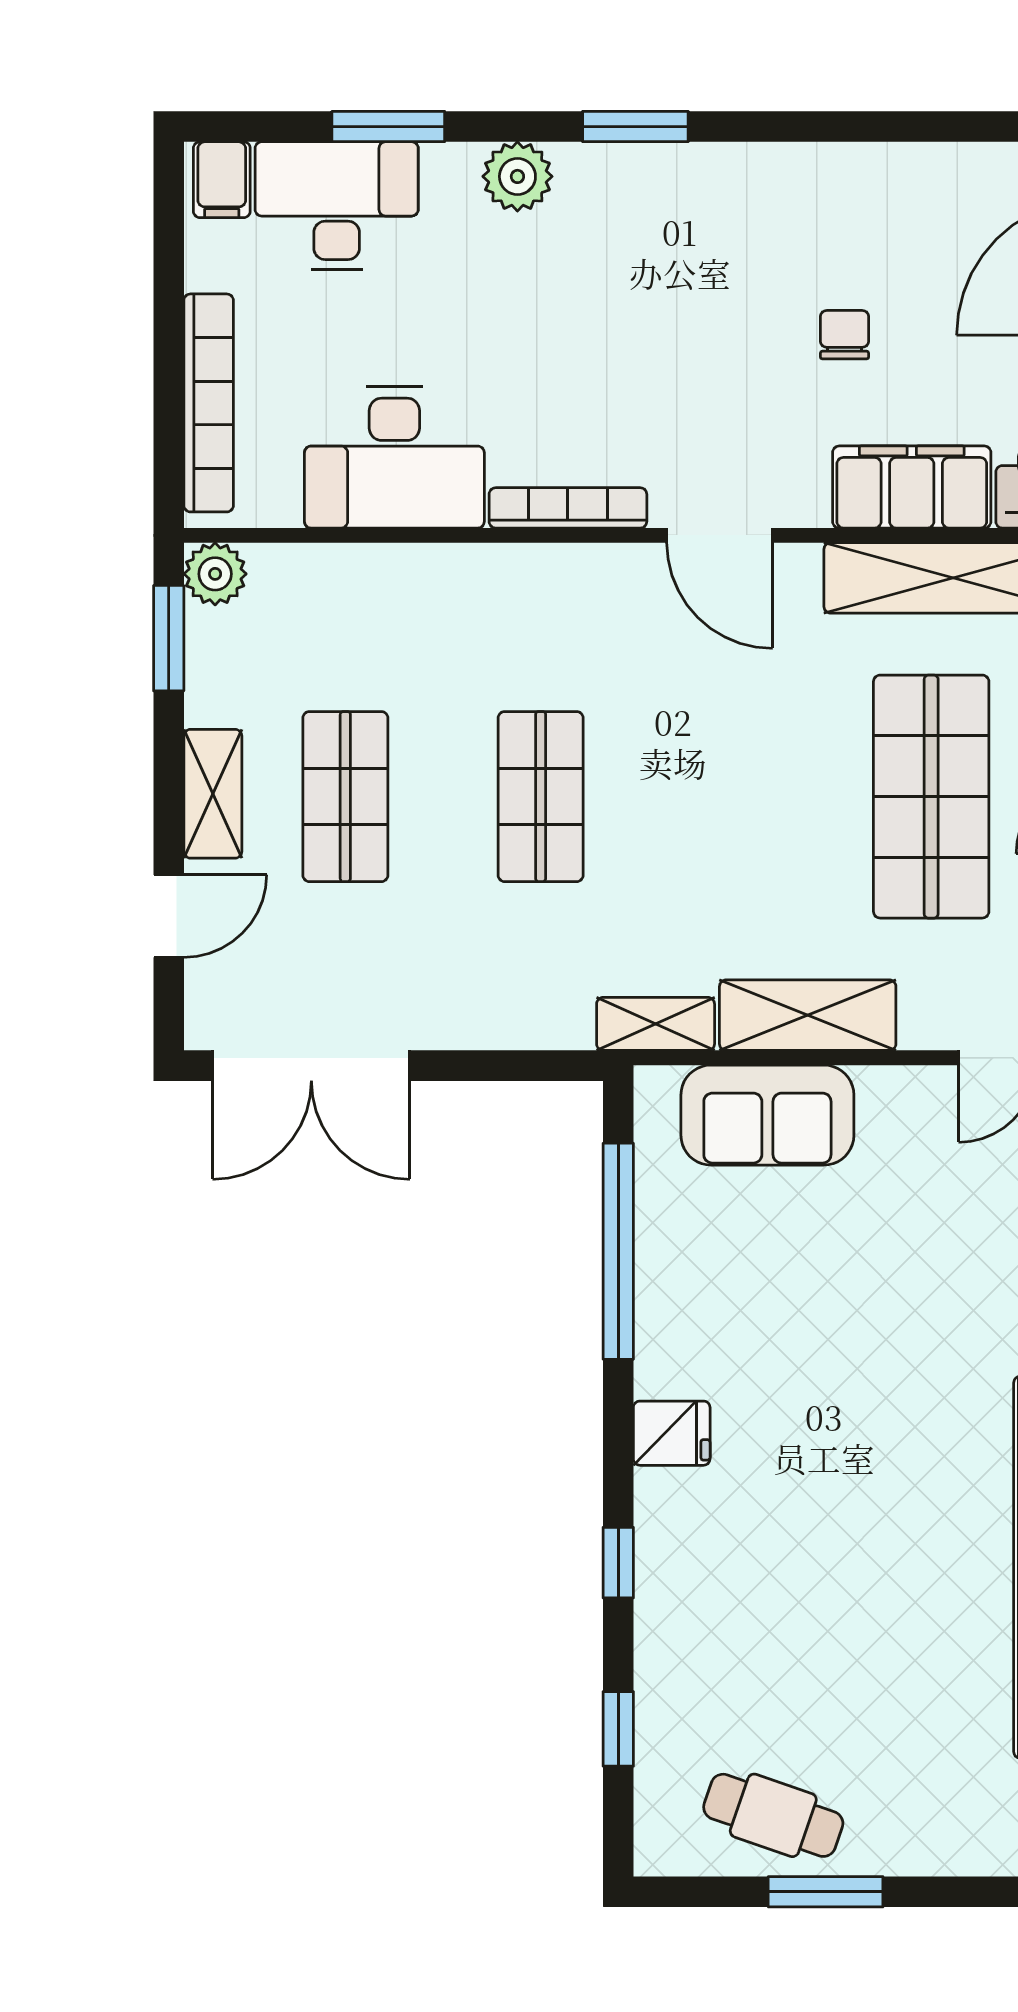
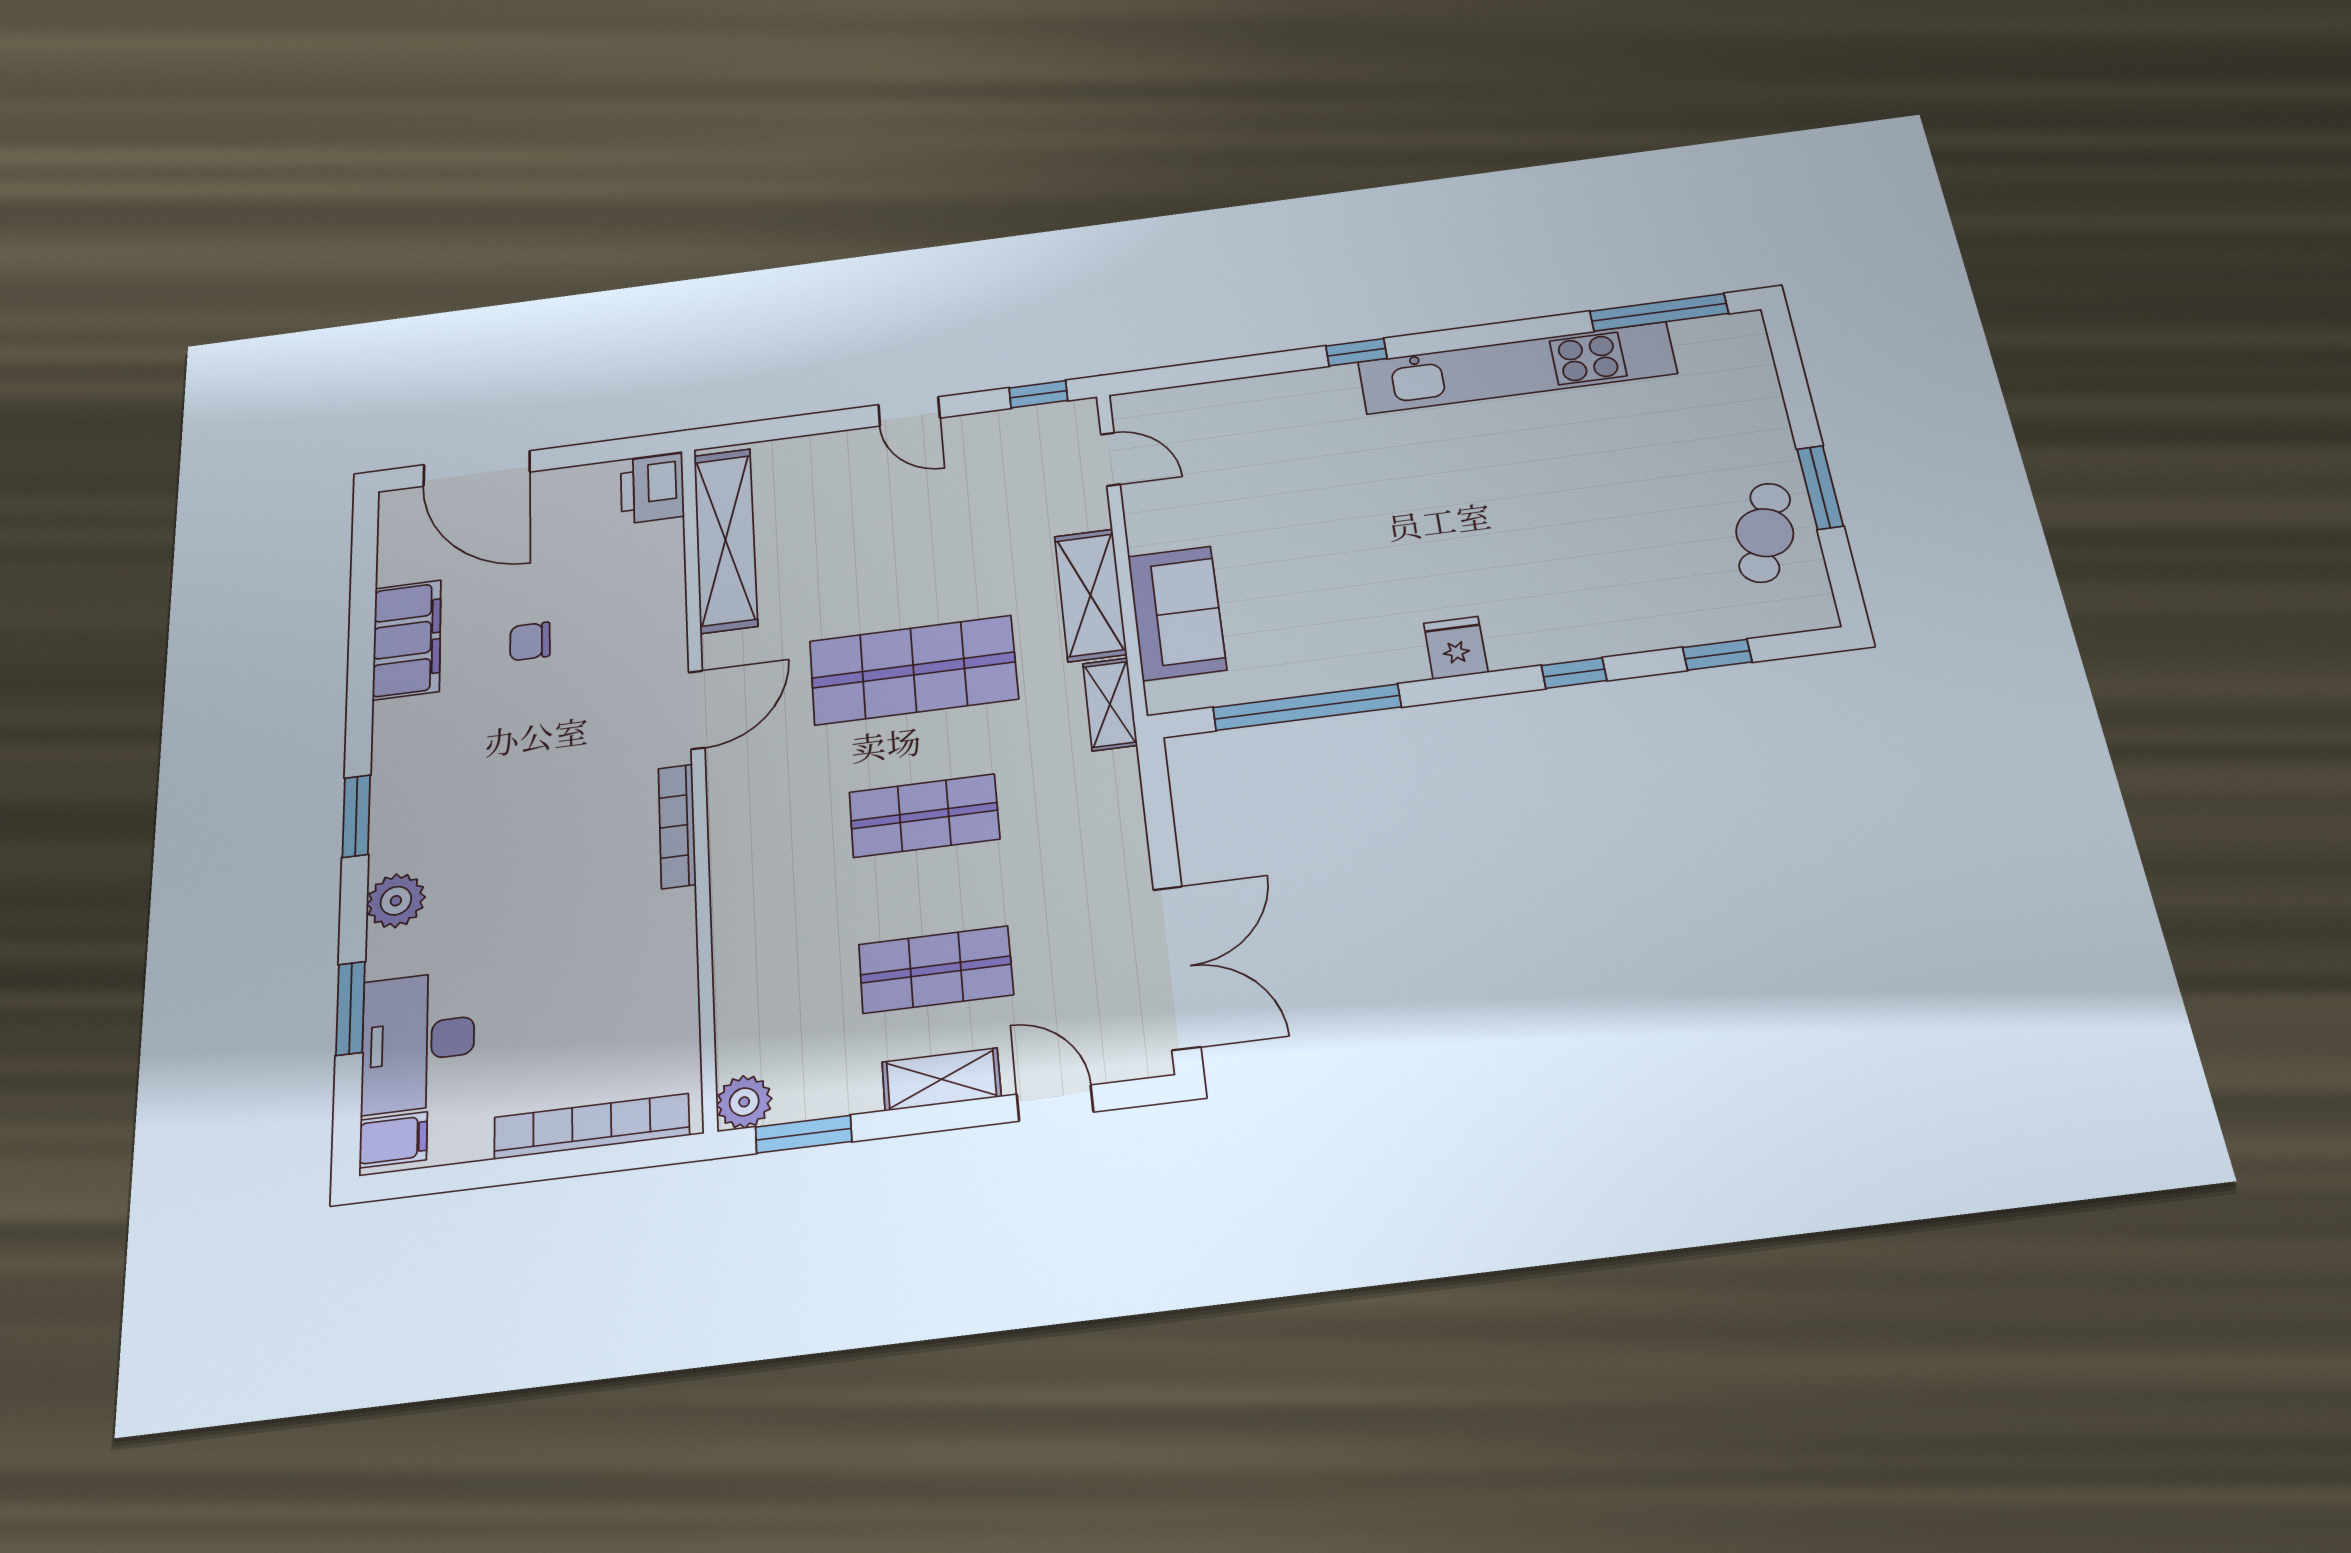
desk: (394, 457) -> (637, 967), removed
filing cabinet: (912, 487) -> (407, 640), moved, turned 180
shop shelf: (931, 797) -> (913, 670), moved

